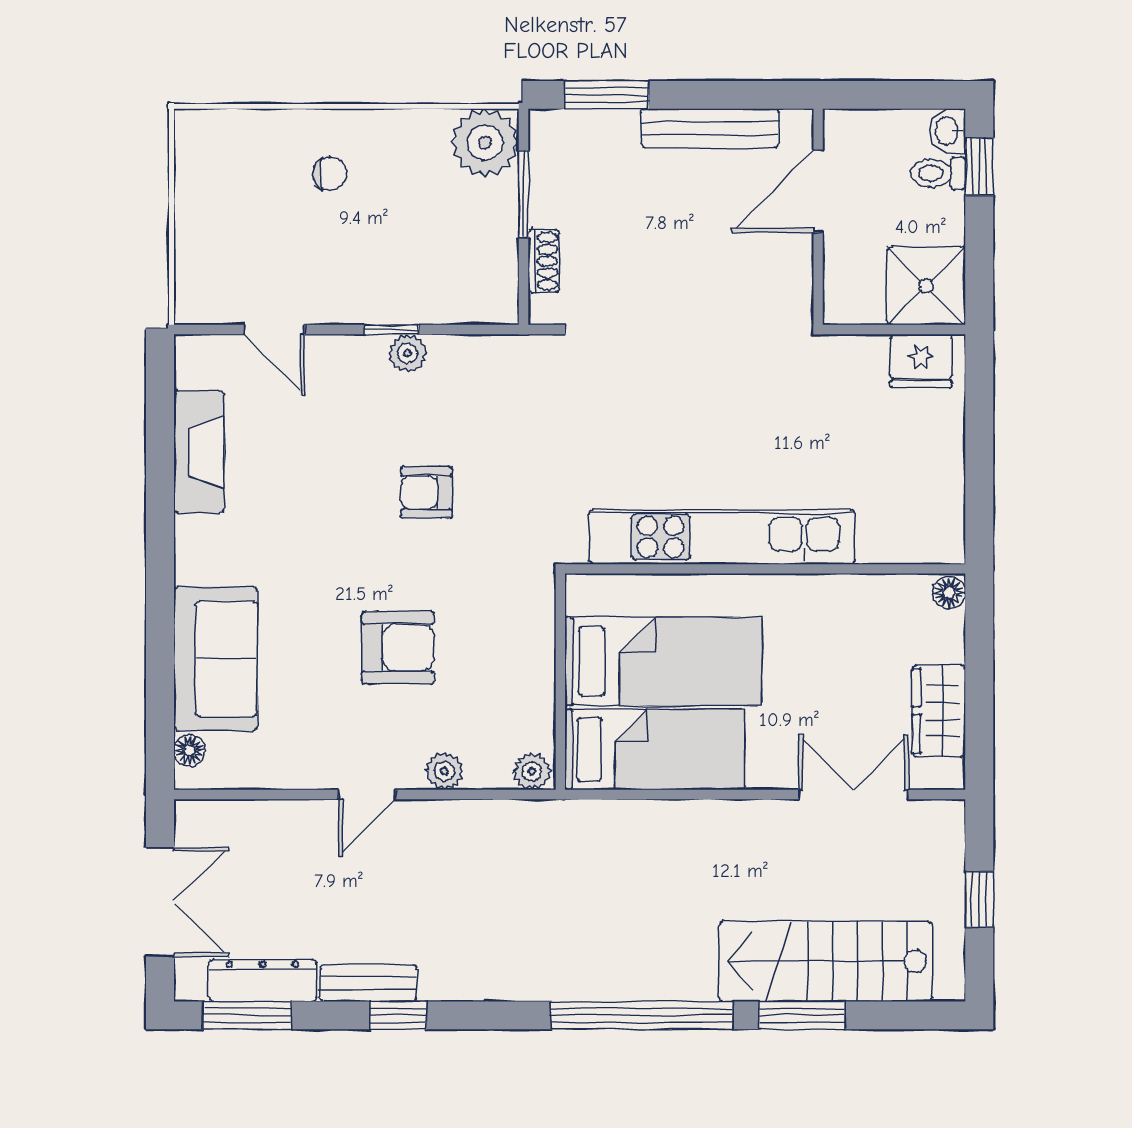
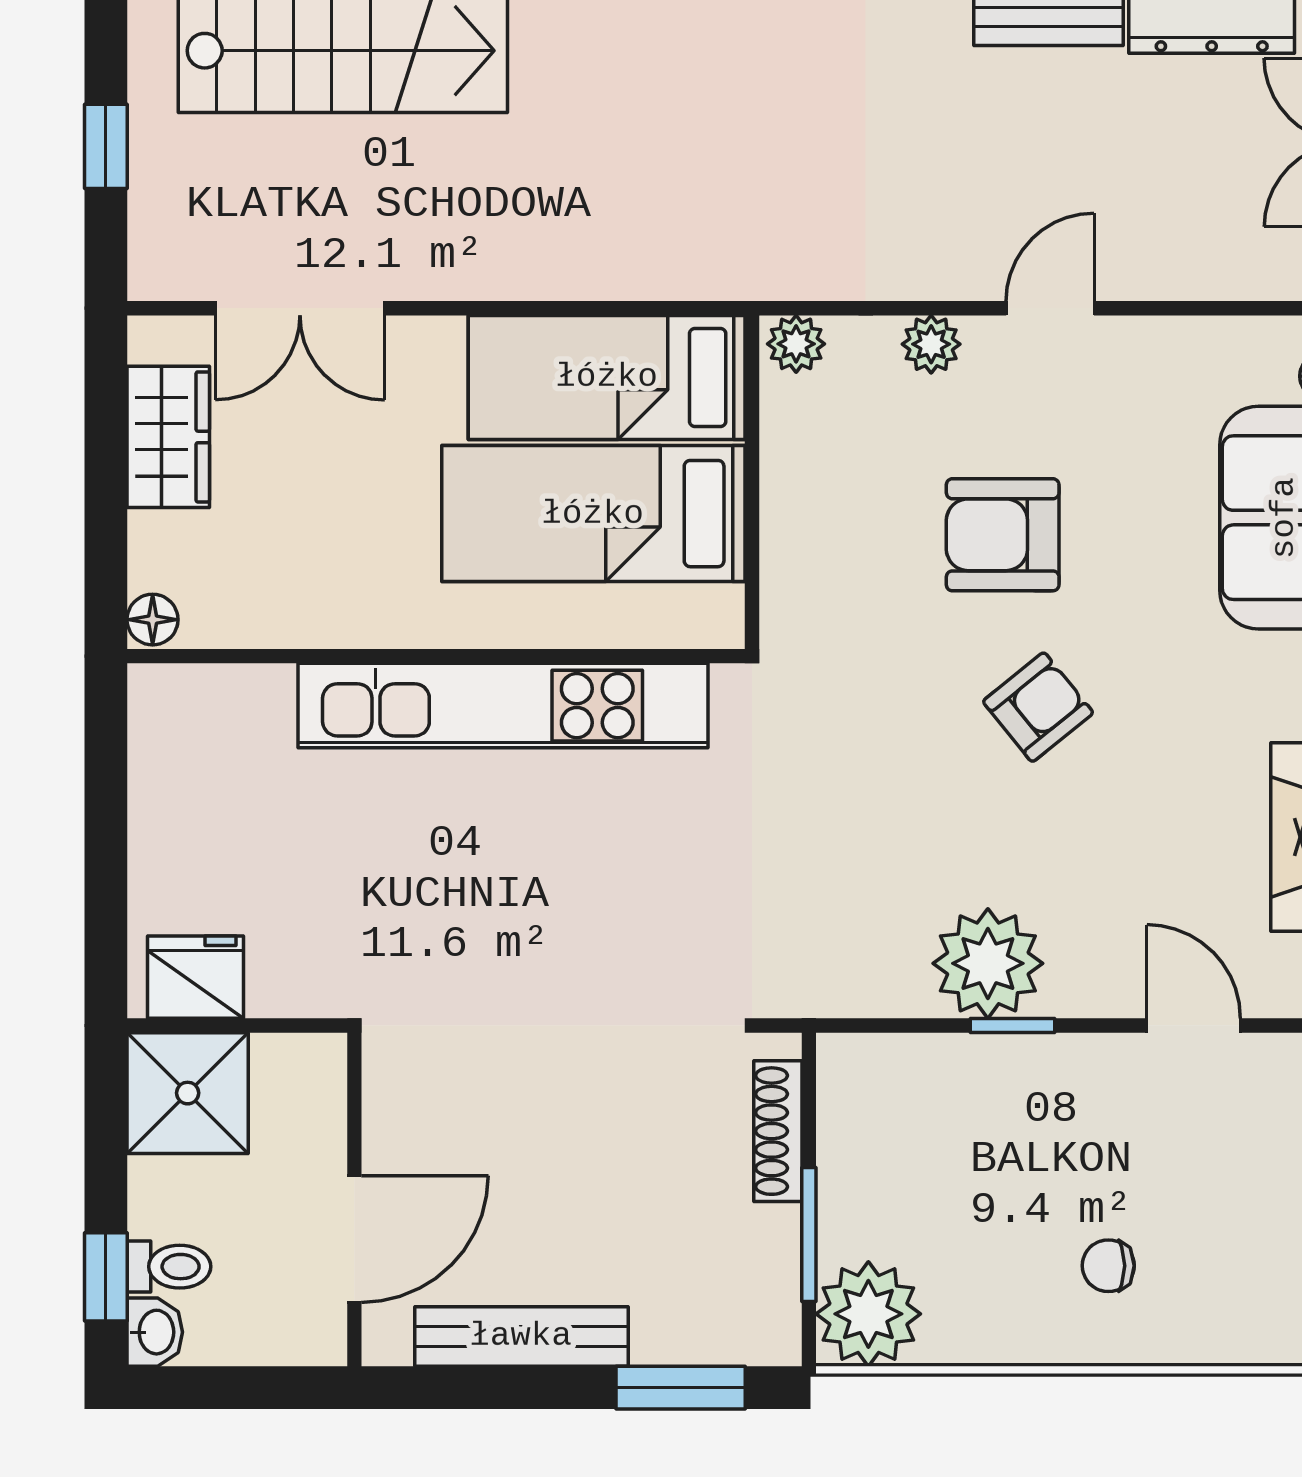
shoe rack: (544, 261) -> (778, 1131), width x1.43
plant: (408, 353) -> (988, 963), width x1.87, depth x1.87
armchair: (427, 492) -> (1038, 707), moved, turned -39

